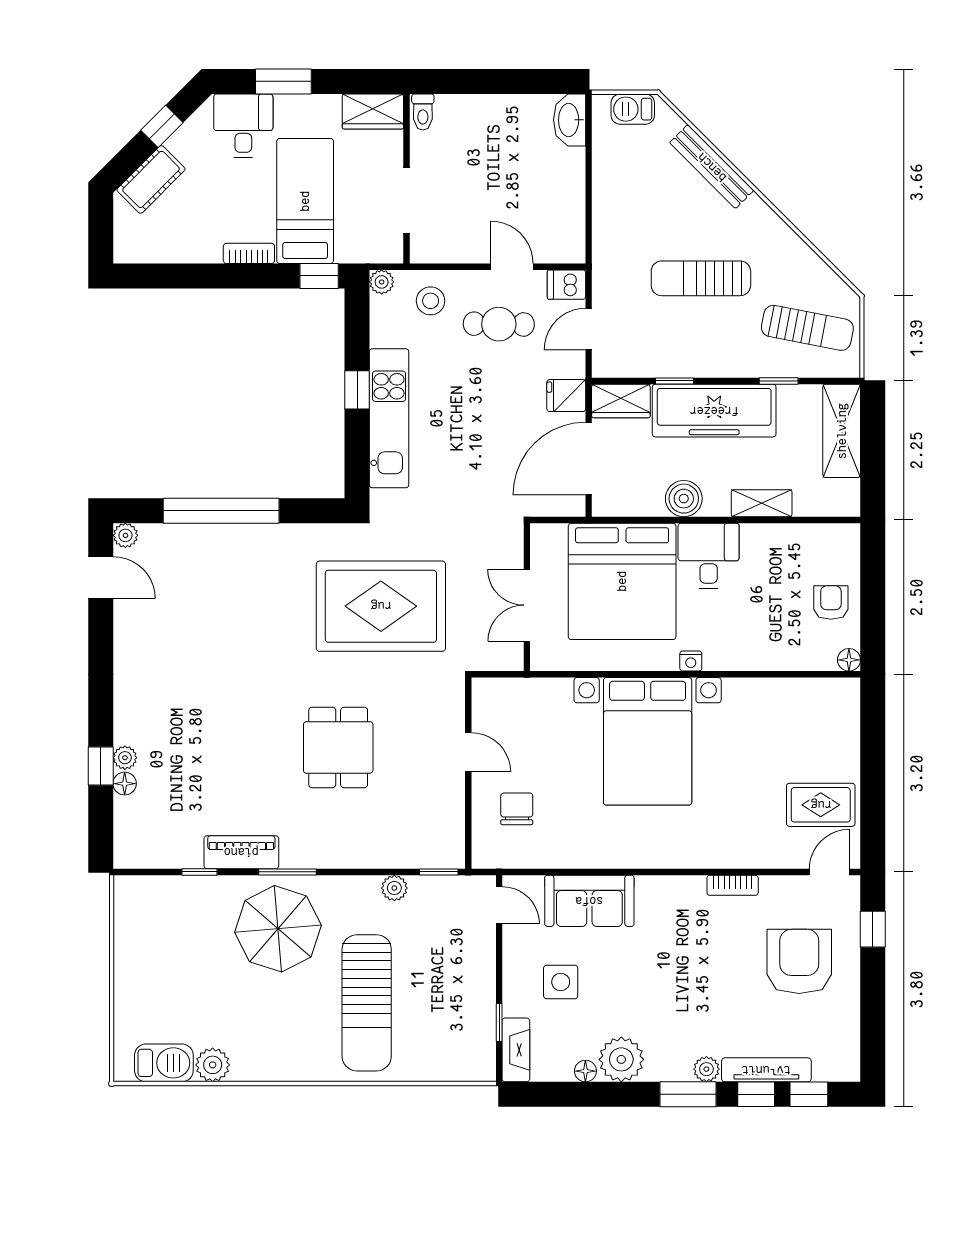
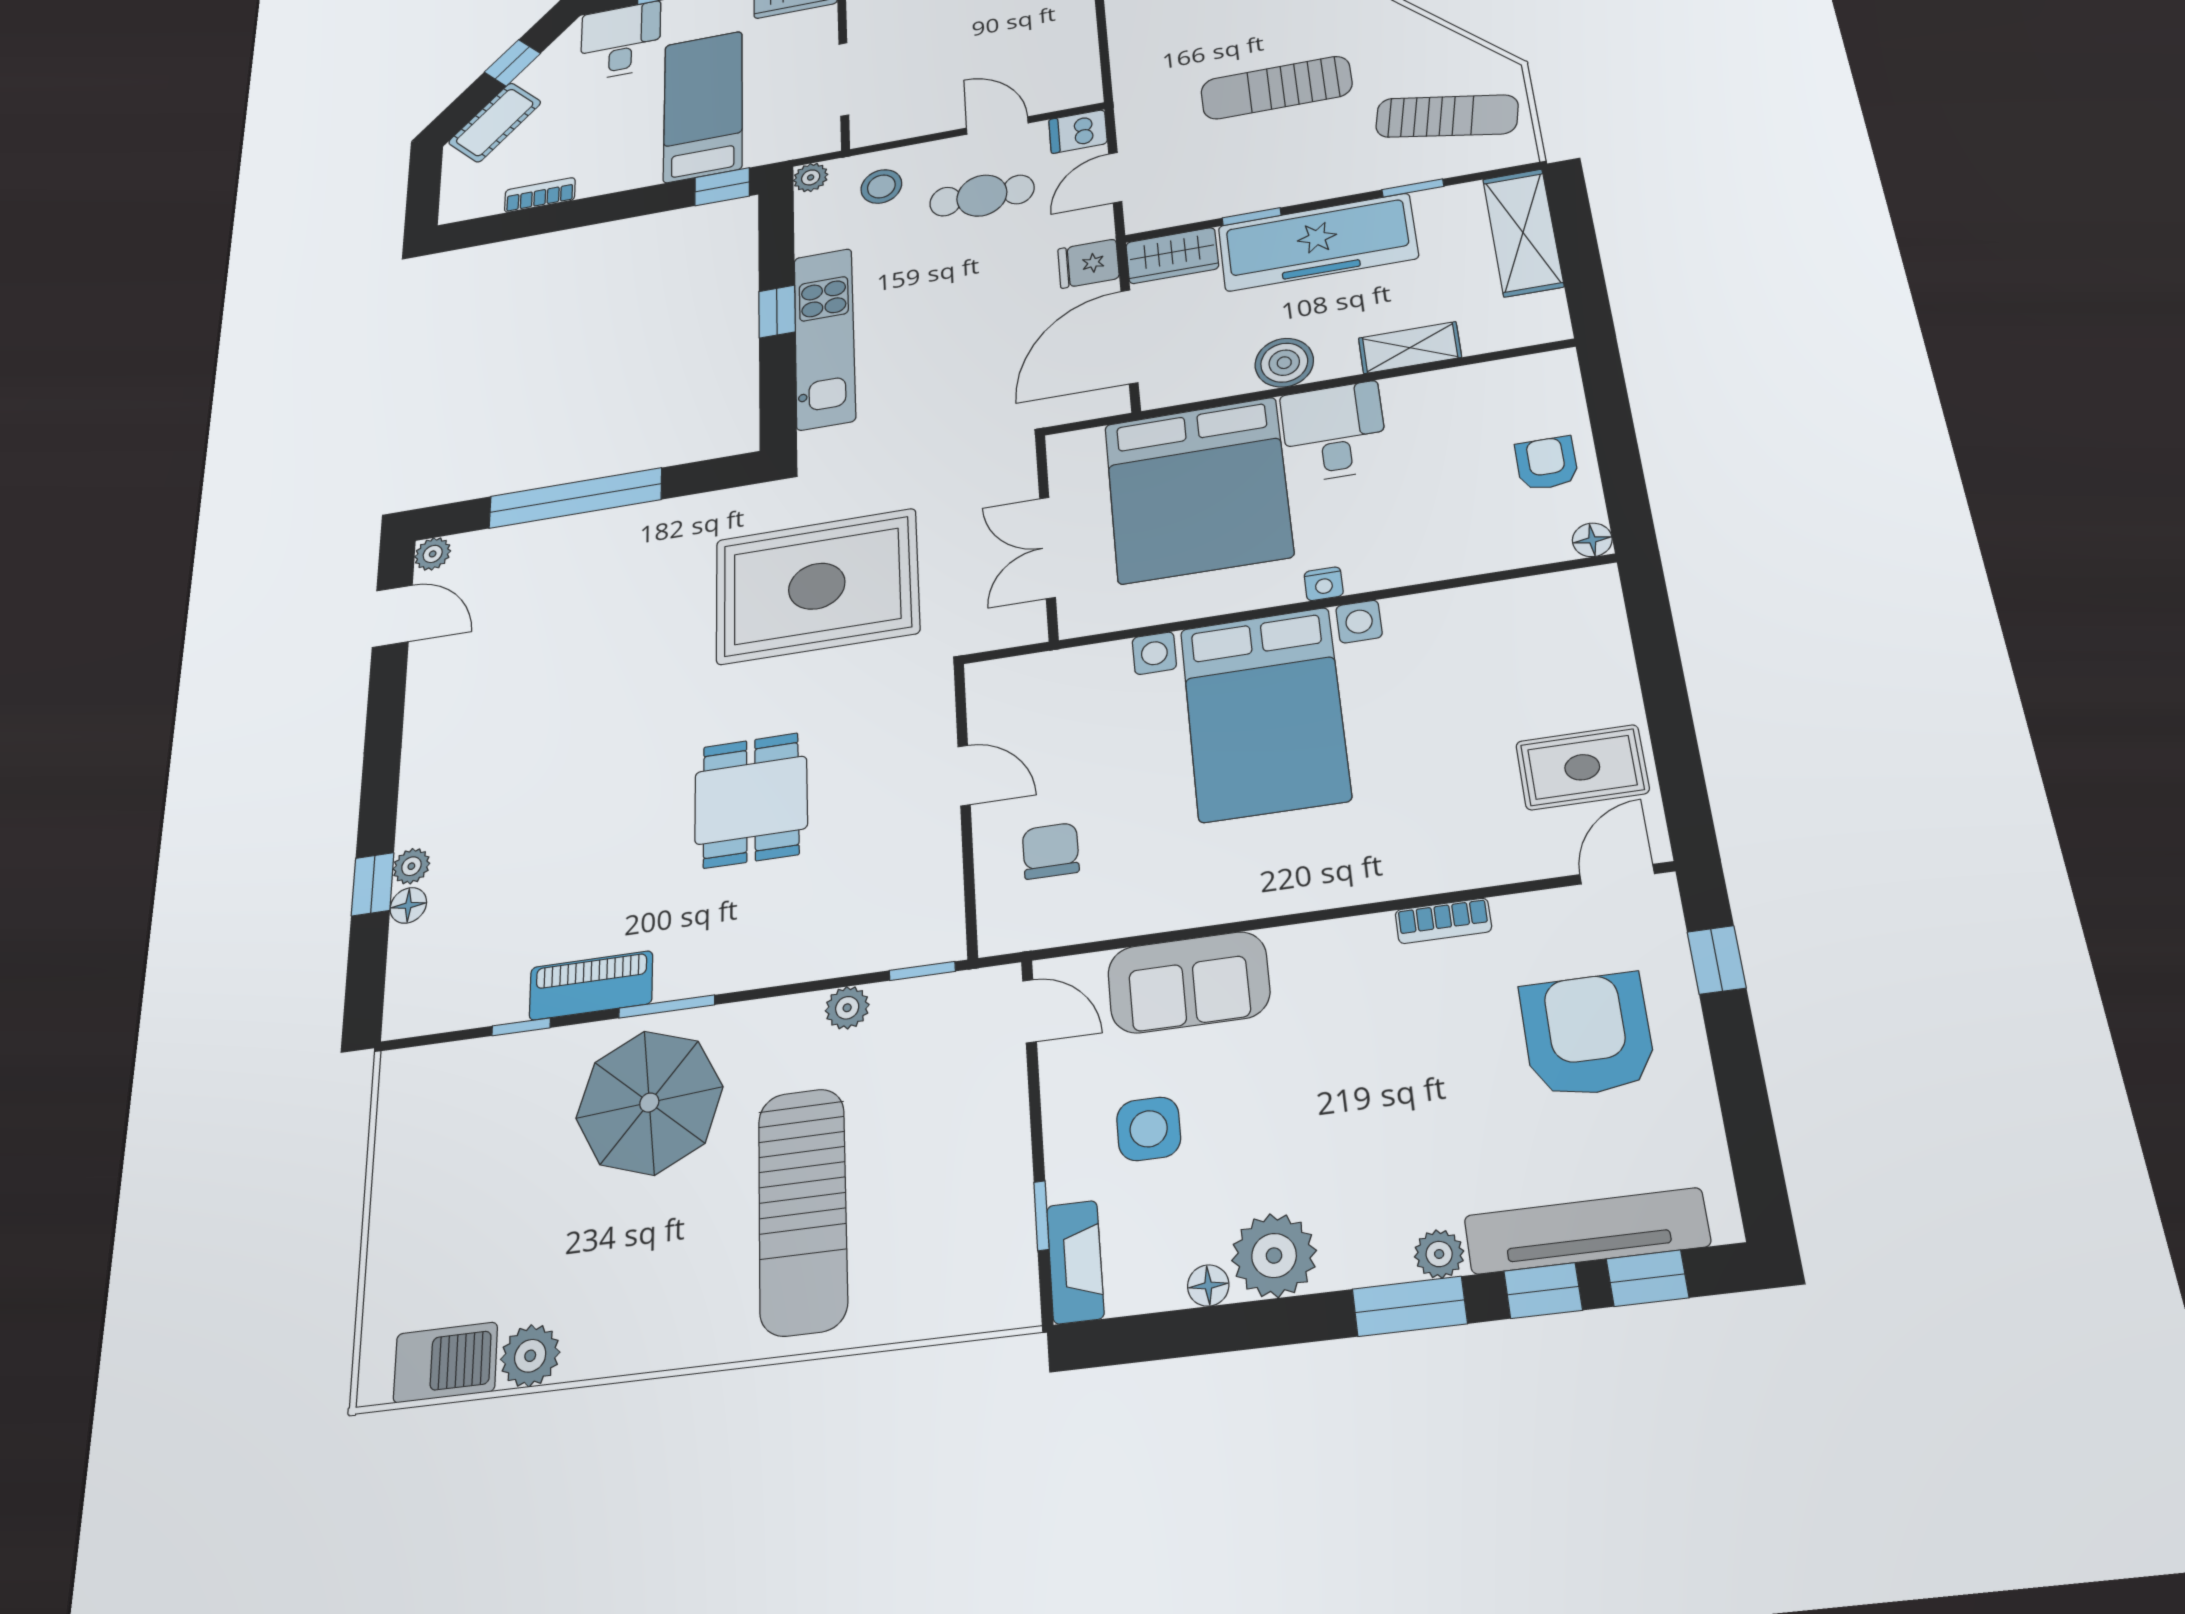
bookcase: (249, 253) -> (540, 195), moved
tv unit: (766, 1070) -> (1587, 1231), width x1.36, depth x1.29

